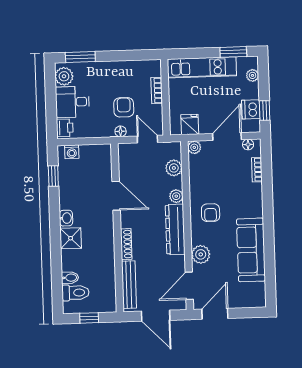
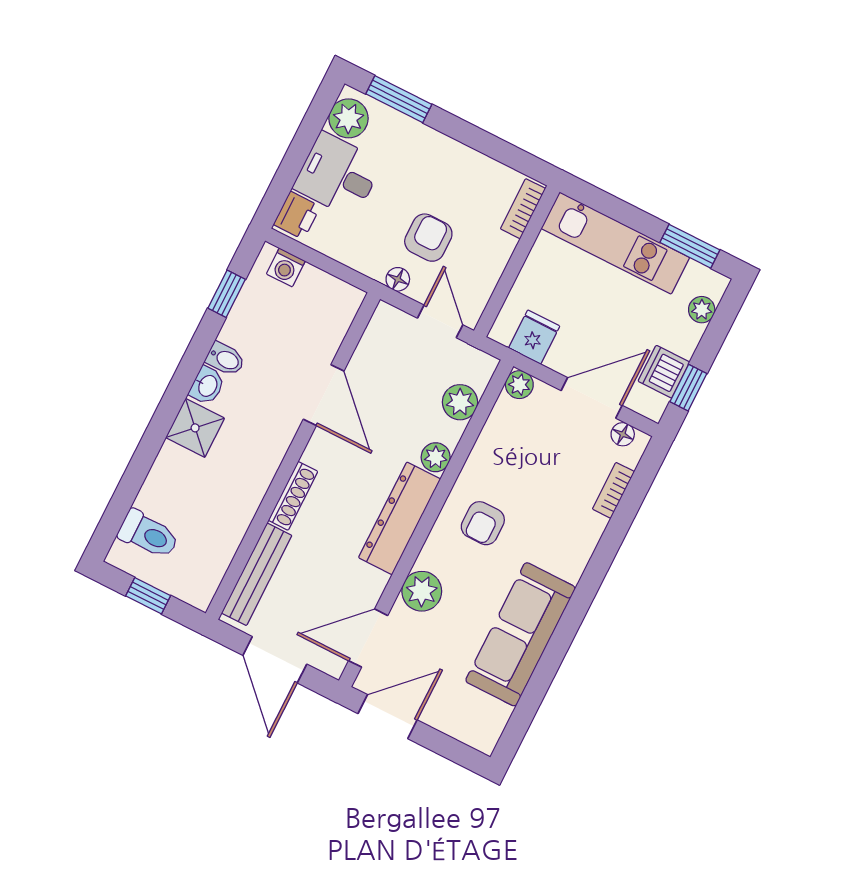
bookcase: (157, 91) -> (523, 209), moved
bidet: (70, 278) -> (225, 359), moved

